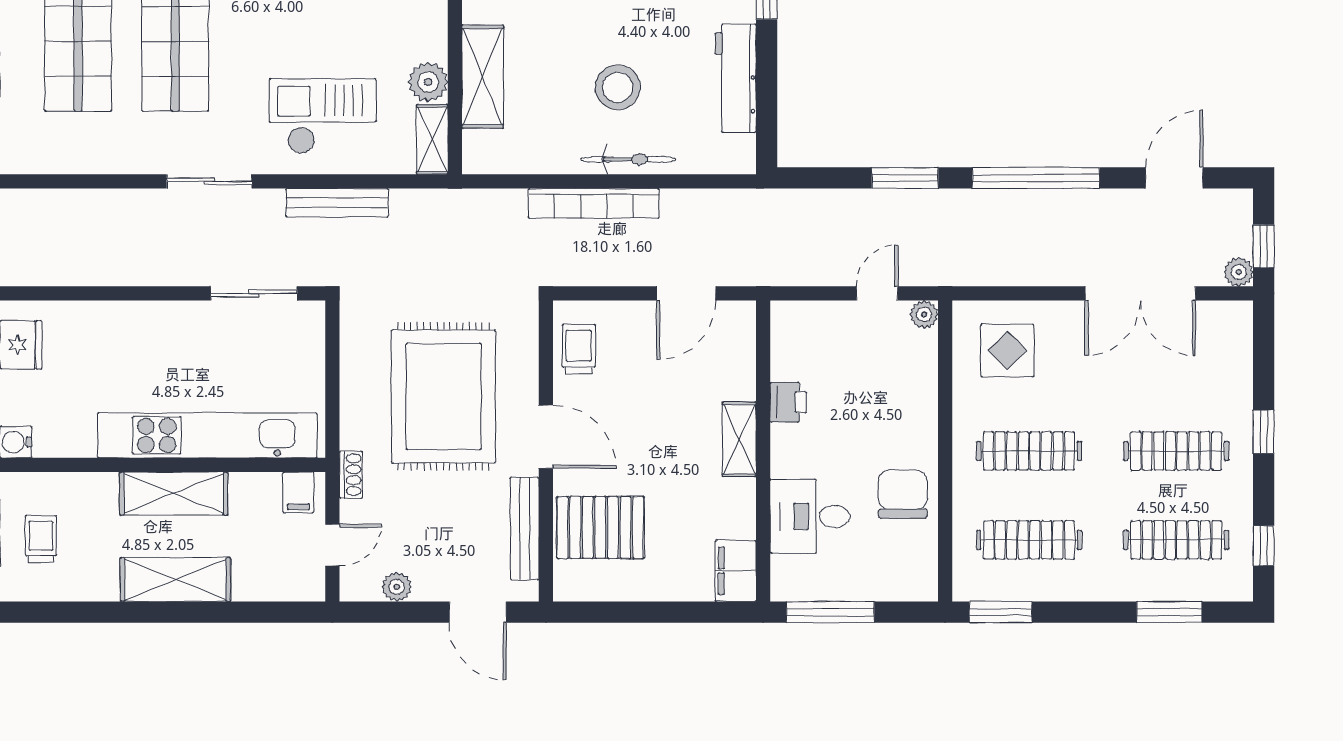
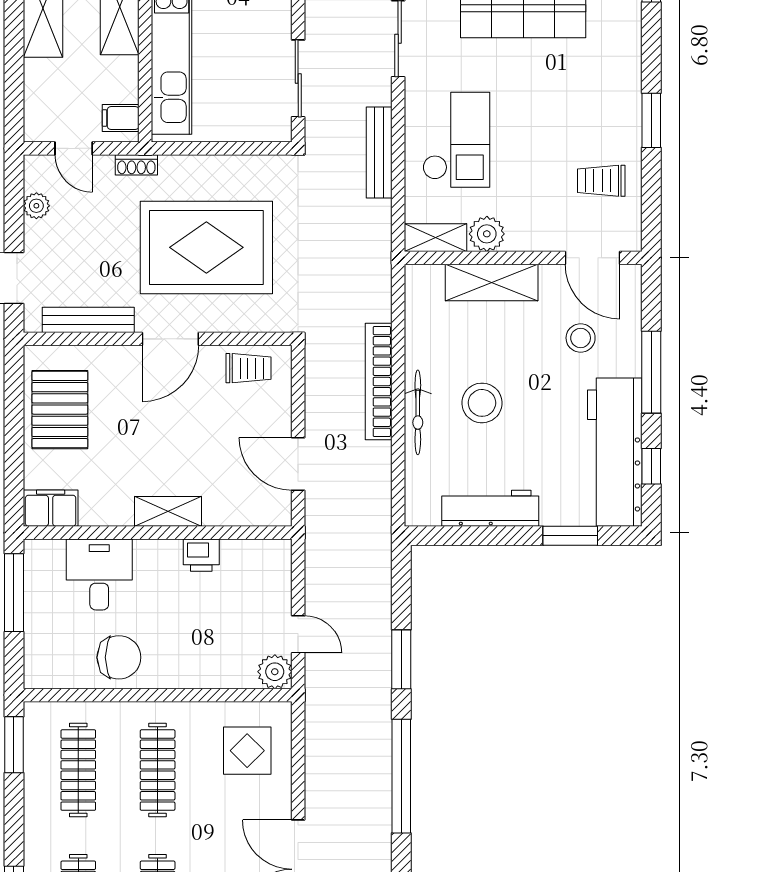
plant: (924, 314) -> (275, 672), width x1.38, depth x1.38
pallet: (600, 527) -> (60, 410), moved

